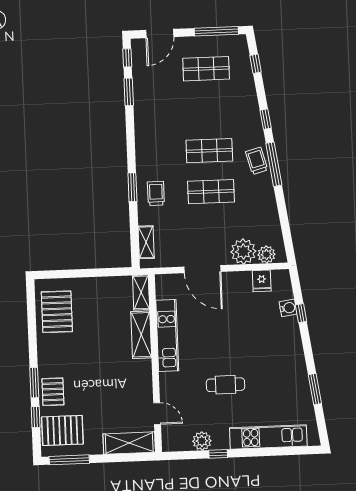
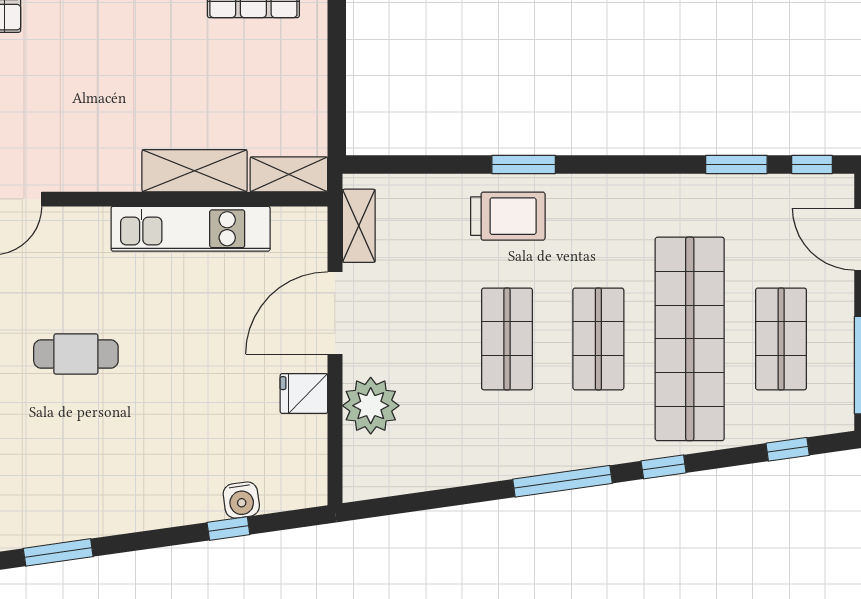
shop shelf: (208, 110) -> (690, 339), added
trolley: (257, 161) -> (572, 443), removed
trolley: (156, 193) -> (508, 216), width x1.36, depth x1.39
shelving: (146, 242) -> (359, 226), moved, turned 90
plant: (266, 255) -> (362, 457), removed
fridge: (262, 281) -> (304, 393), moved
cafe table: (226, 385) -> (76, 354), turned 90

